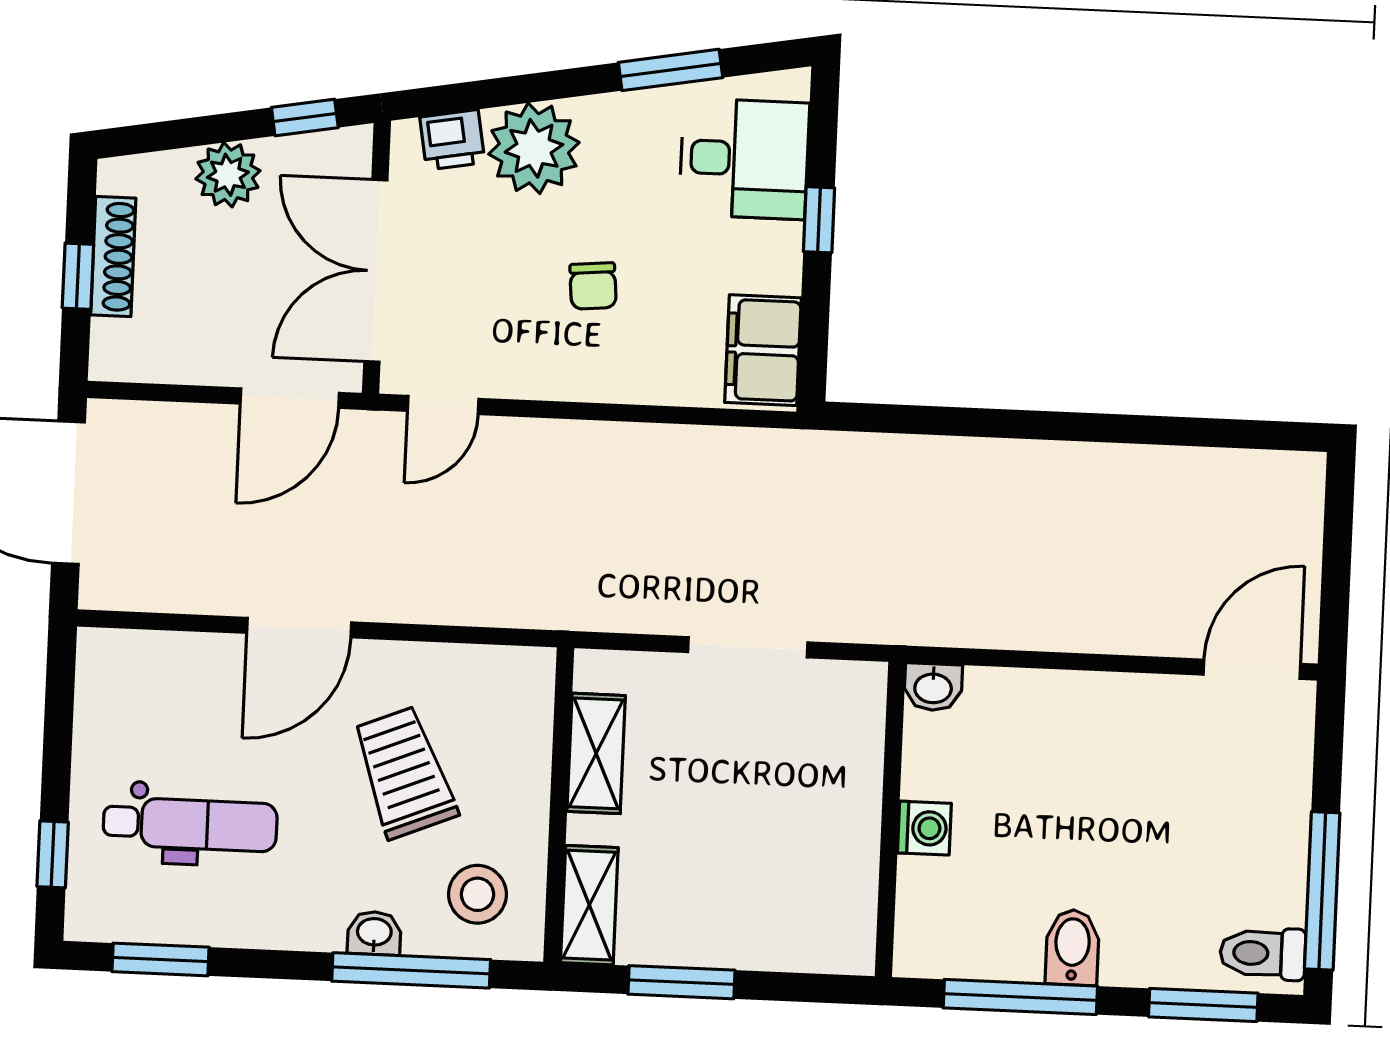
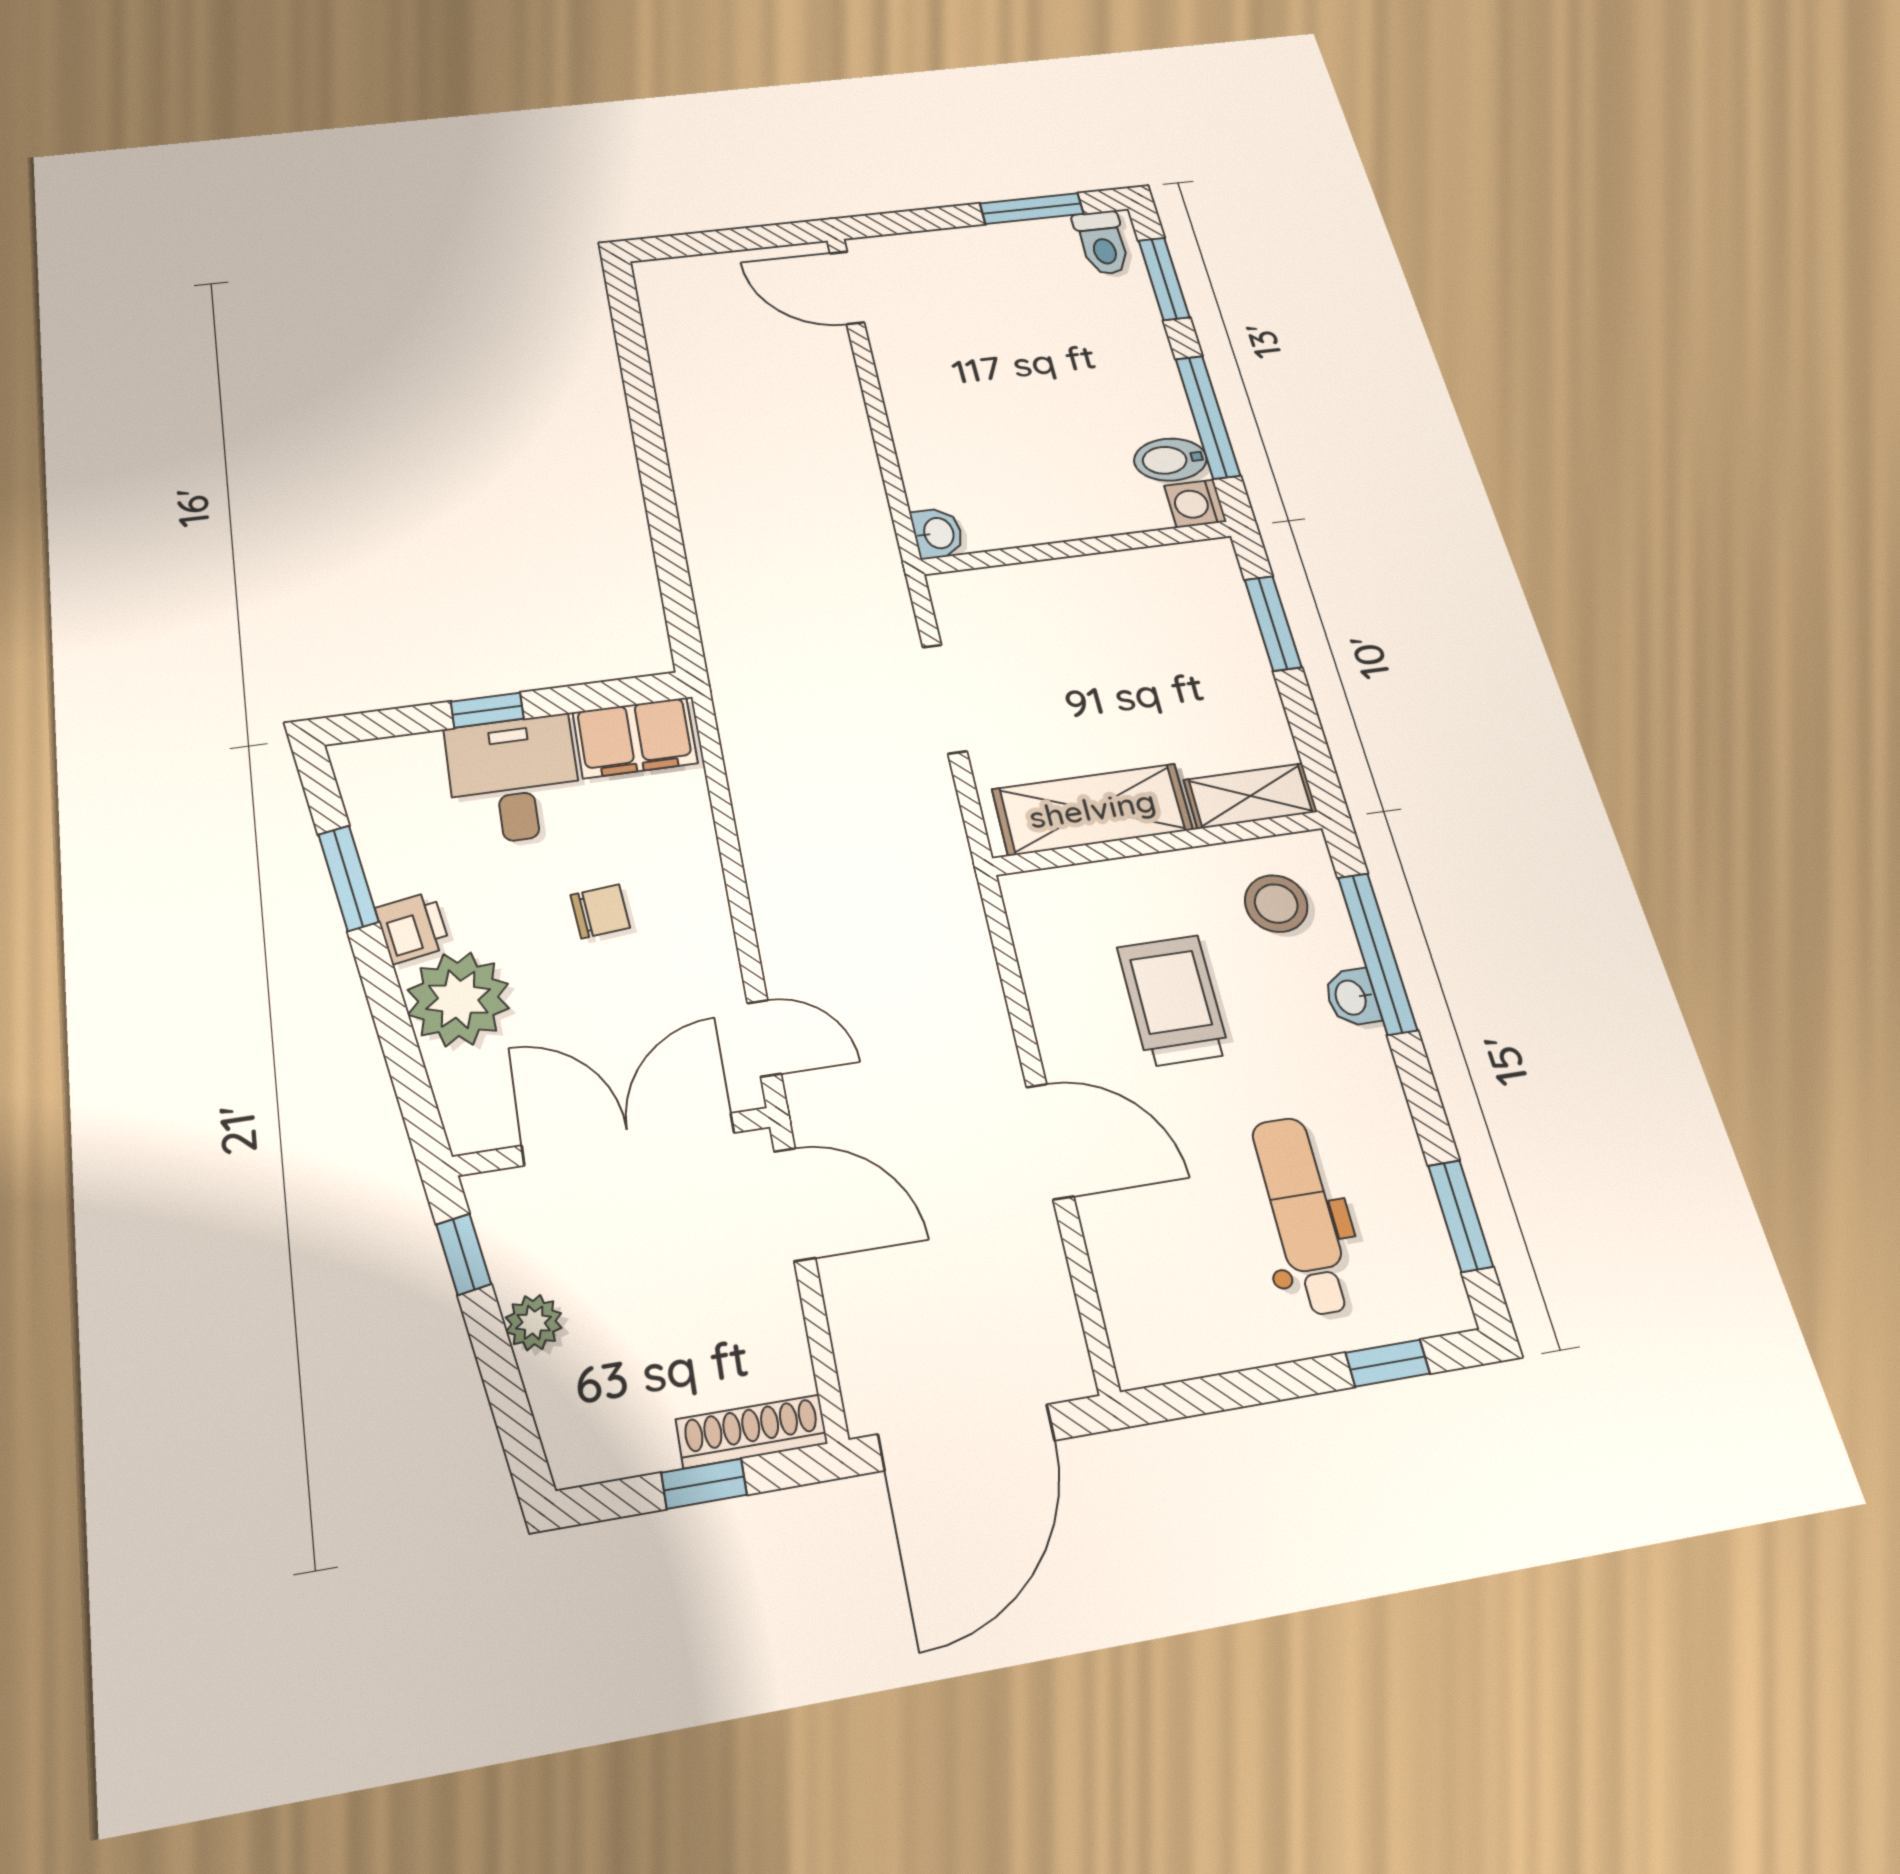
printer: (452, 140) -> (413, 927), moved
desk: (744, 159) -> (514, 780), moved
plant: (228, 175) -> (534, 1323), width x0.73, depth x0.73
shoe rack: (113, 257) -> (752, 1431), moved
double door: (376, 271) -> (628, 1139), swing flipped
shelving: (596, 753) -> (1092, 809), width x1.50, depth x1.33
trolley: (404, 772) -> (1173, 1000), turned 112
washing machine: (924, 828) -> (1195, 504), moved, turned -90
window: (1322, 891) -> (1032, 209), width x0.69
bidet: (1072, 947) -> (1170, 460), moved
window: (681, 982) -> (1273, 623), moved

